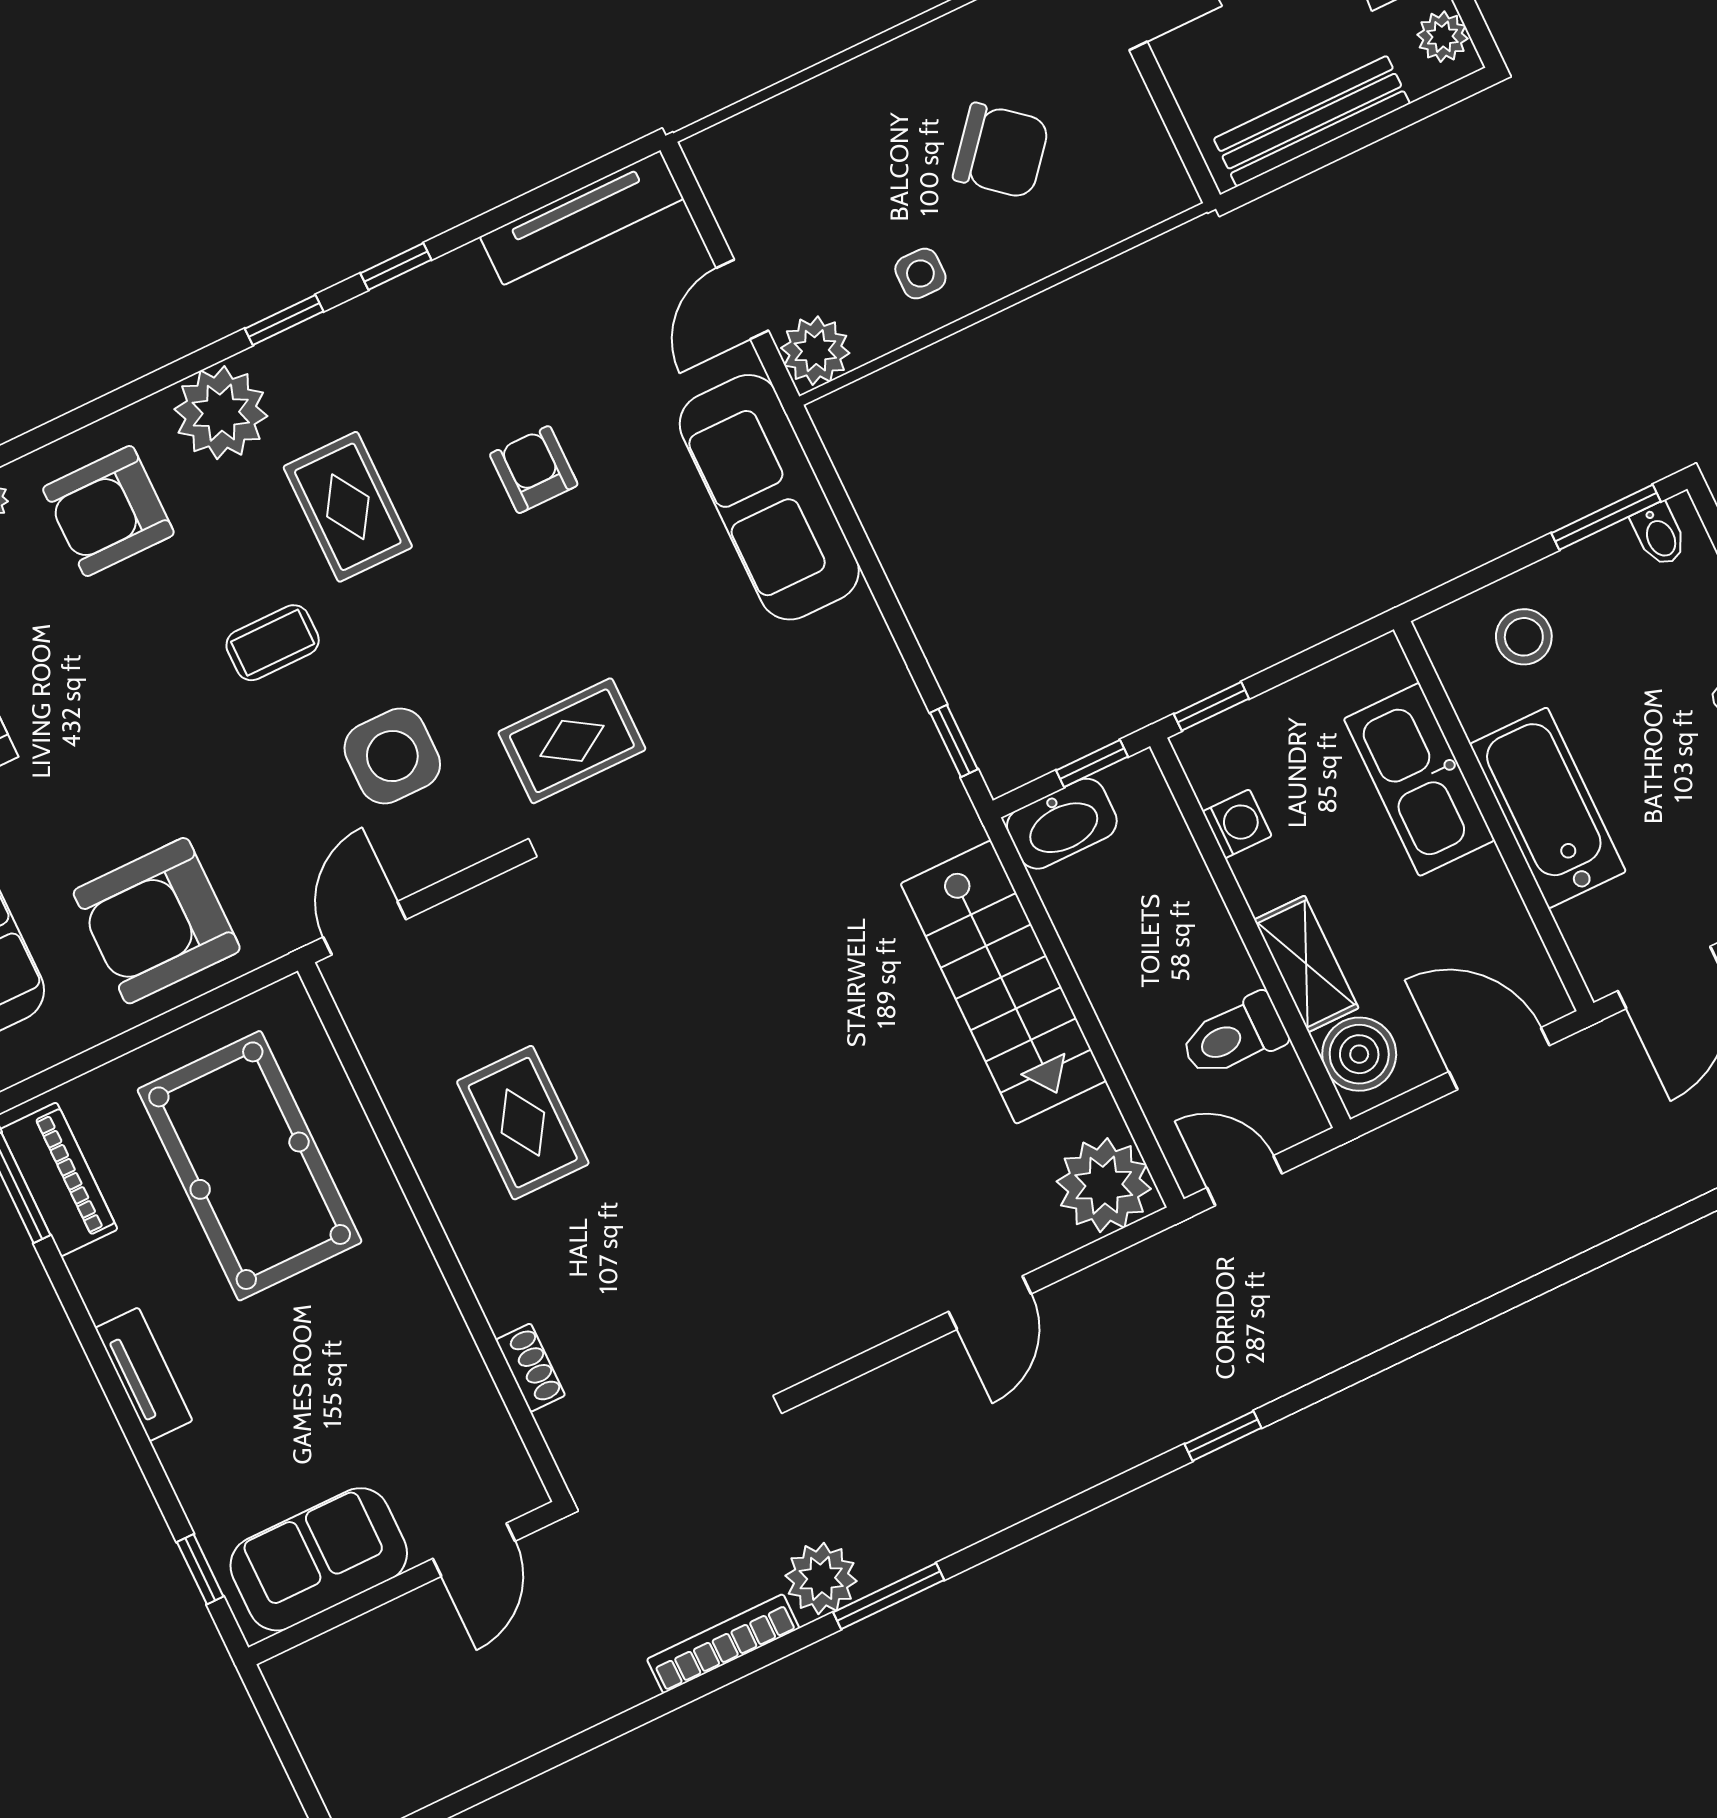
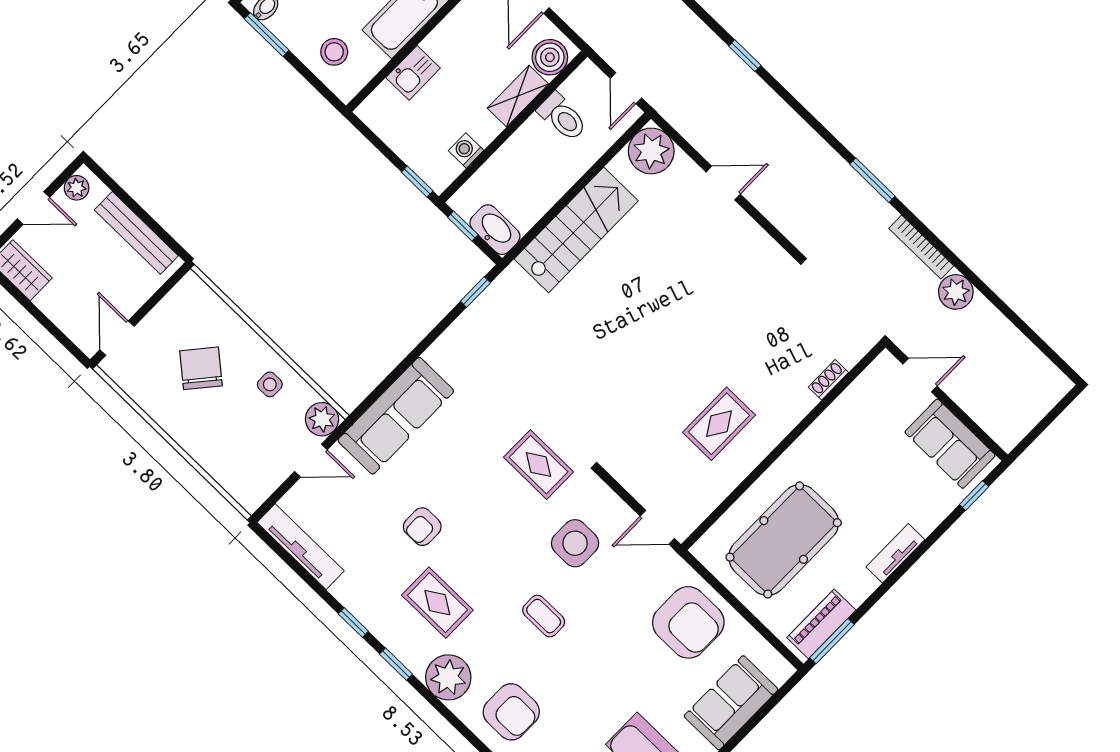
rug: (348, 507) -> (437, 603), moved, turned 90
kitchen sink: (1419, 779) -> (413, 73), width x0.53, depth x0.81
plant: (821, 1578) -> (956, 292), moved

